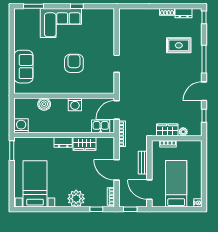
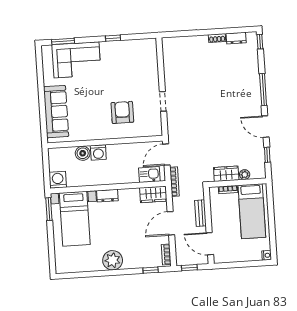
corner sofa: (61, 23) -> (76, 60), moved
rug: (179, 45) -> (233, 76), removed
armchair: (74, 63) -> (122, 112), moved
sofa: (23, 67) -> (56, 112), width x1.36
door: (204, 91) -> (265, 127), hinge flipped
washing machine: (75, 104) -> (98, 152), moved
wardrobe: (85, 144) -> (153, 194), moved
door: (117, 170) -> (171, 223), hinge flipped
bed with nightstands: (35, 184) -> (75, 219), moved, turned 180
bed: (176, 184) -> (252, 211), moved, turned 180
plant: (76, 199) -> (113, 260), moved

